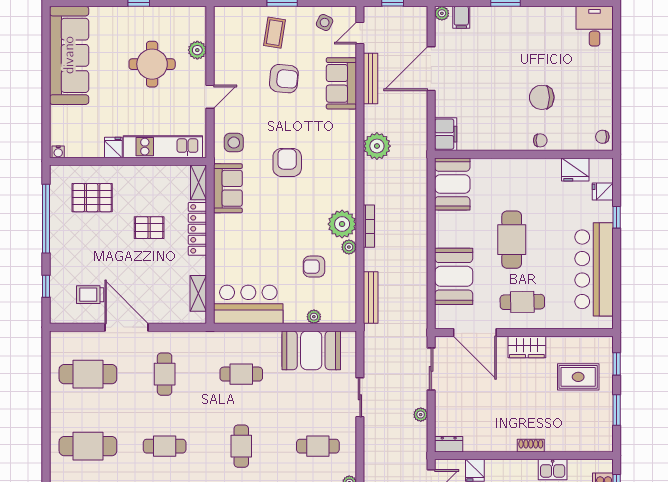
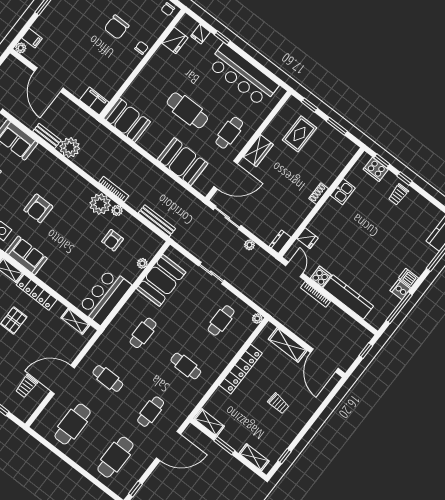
bench: (370, 79) -> (47, 136), moved, width x0.73
armchair: (287, 162) -> (38, 208), turned -90

